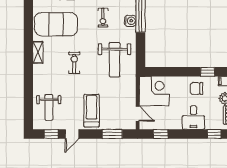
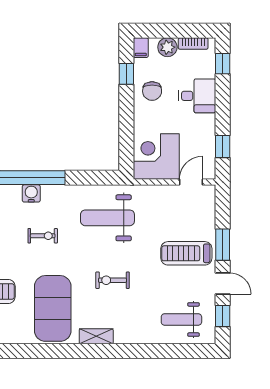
water cooler: (130, 21) -> (31, 193), moved
weight bench: (115, 60) -> (107, 218), turned 180
weight bench: (49, 107) -> (181, 319), turned 180
window: (112, 134) -> (223, 245), moved

